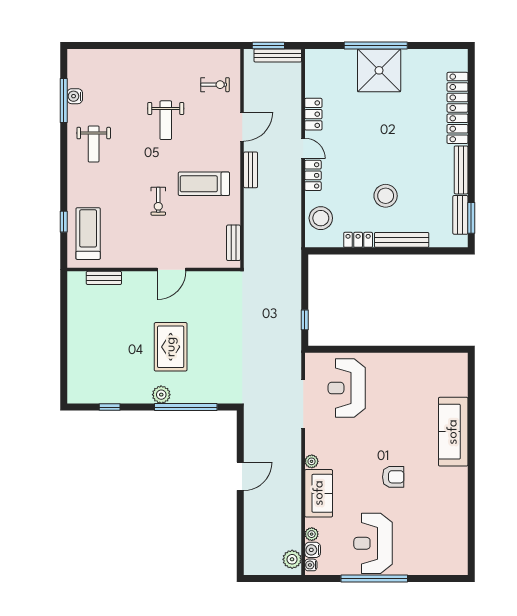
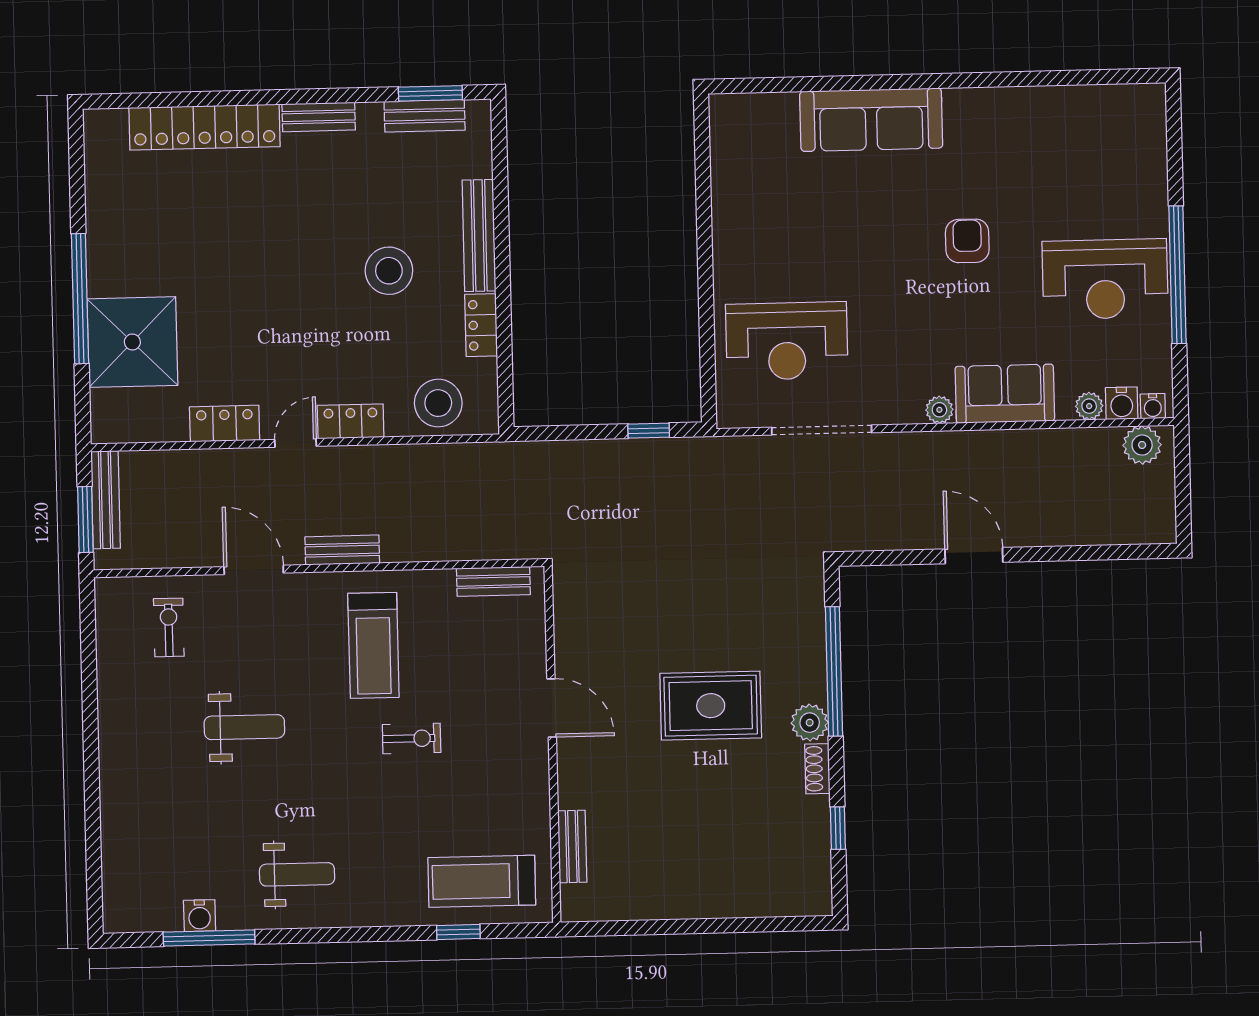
shower: (379, 70) -> (132, 342), moved
bench: (461, 170) -> (319, 117), width x0.73
shoe rack: (139, 398) -> (817, 769), added

